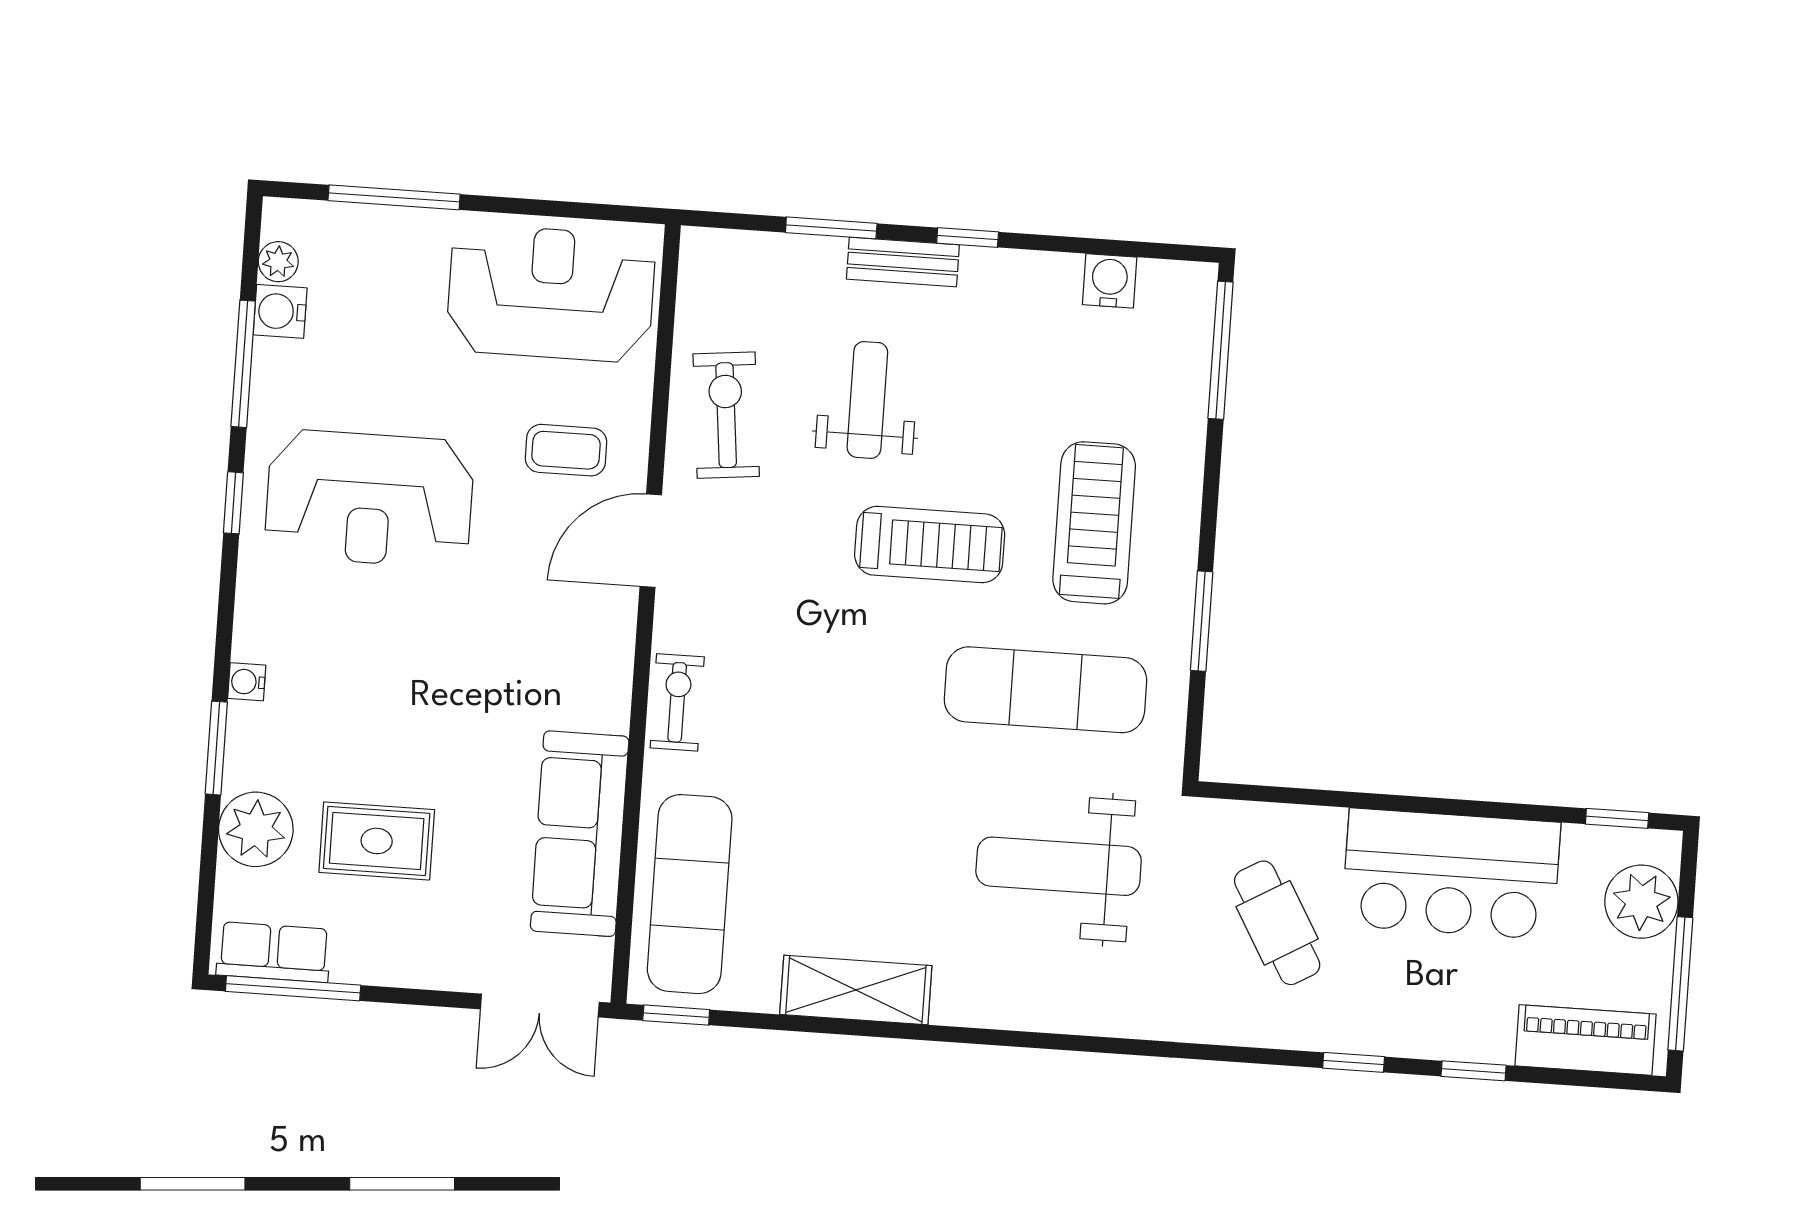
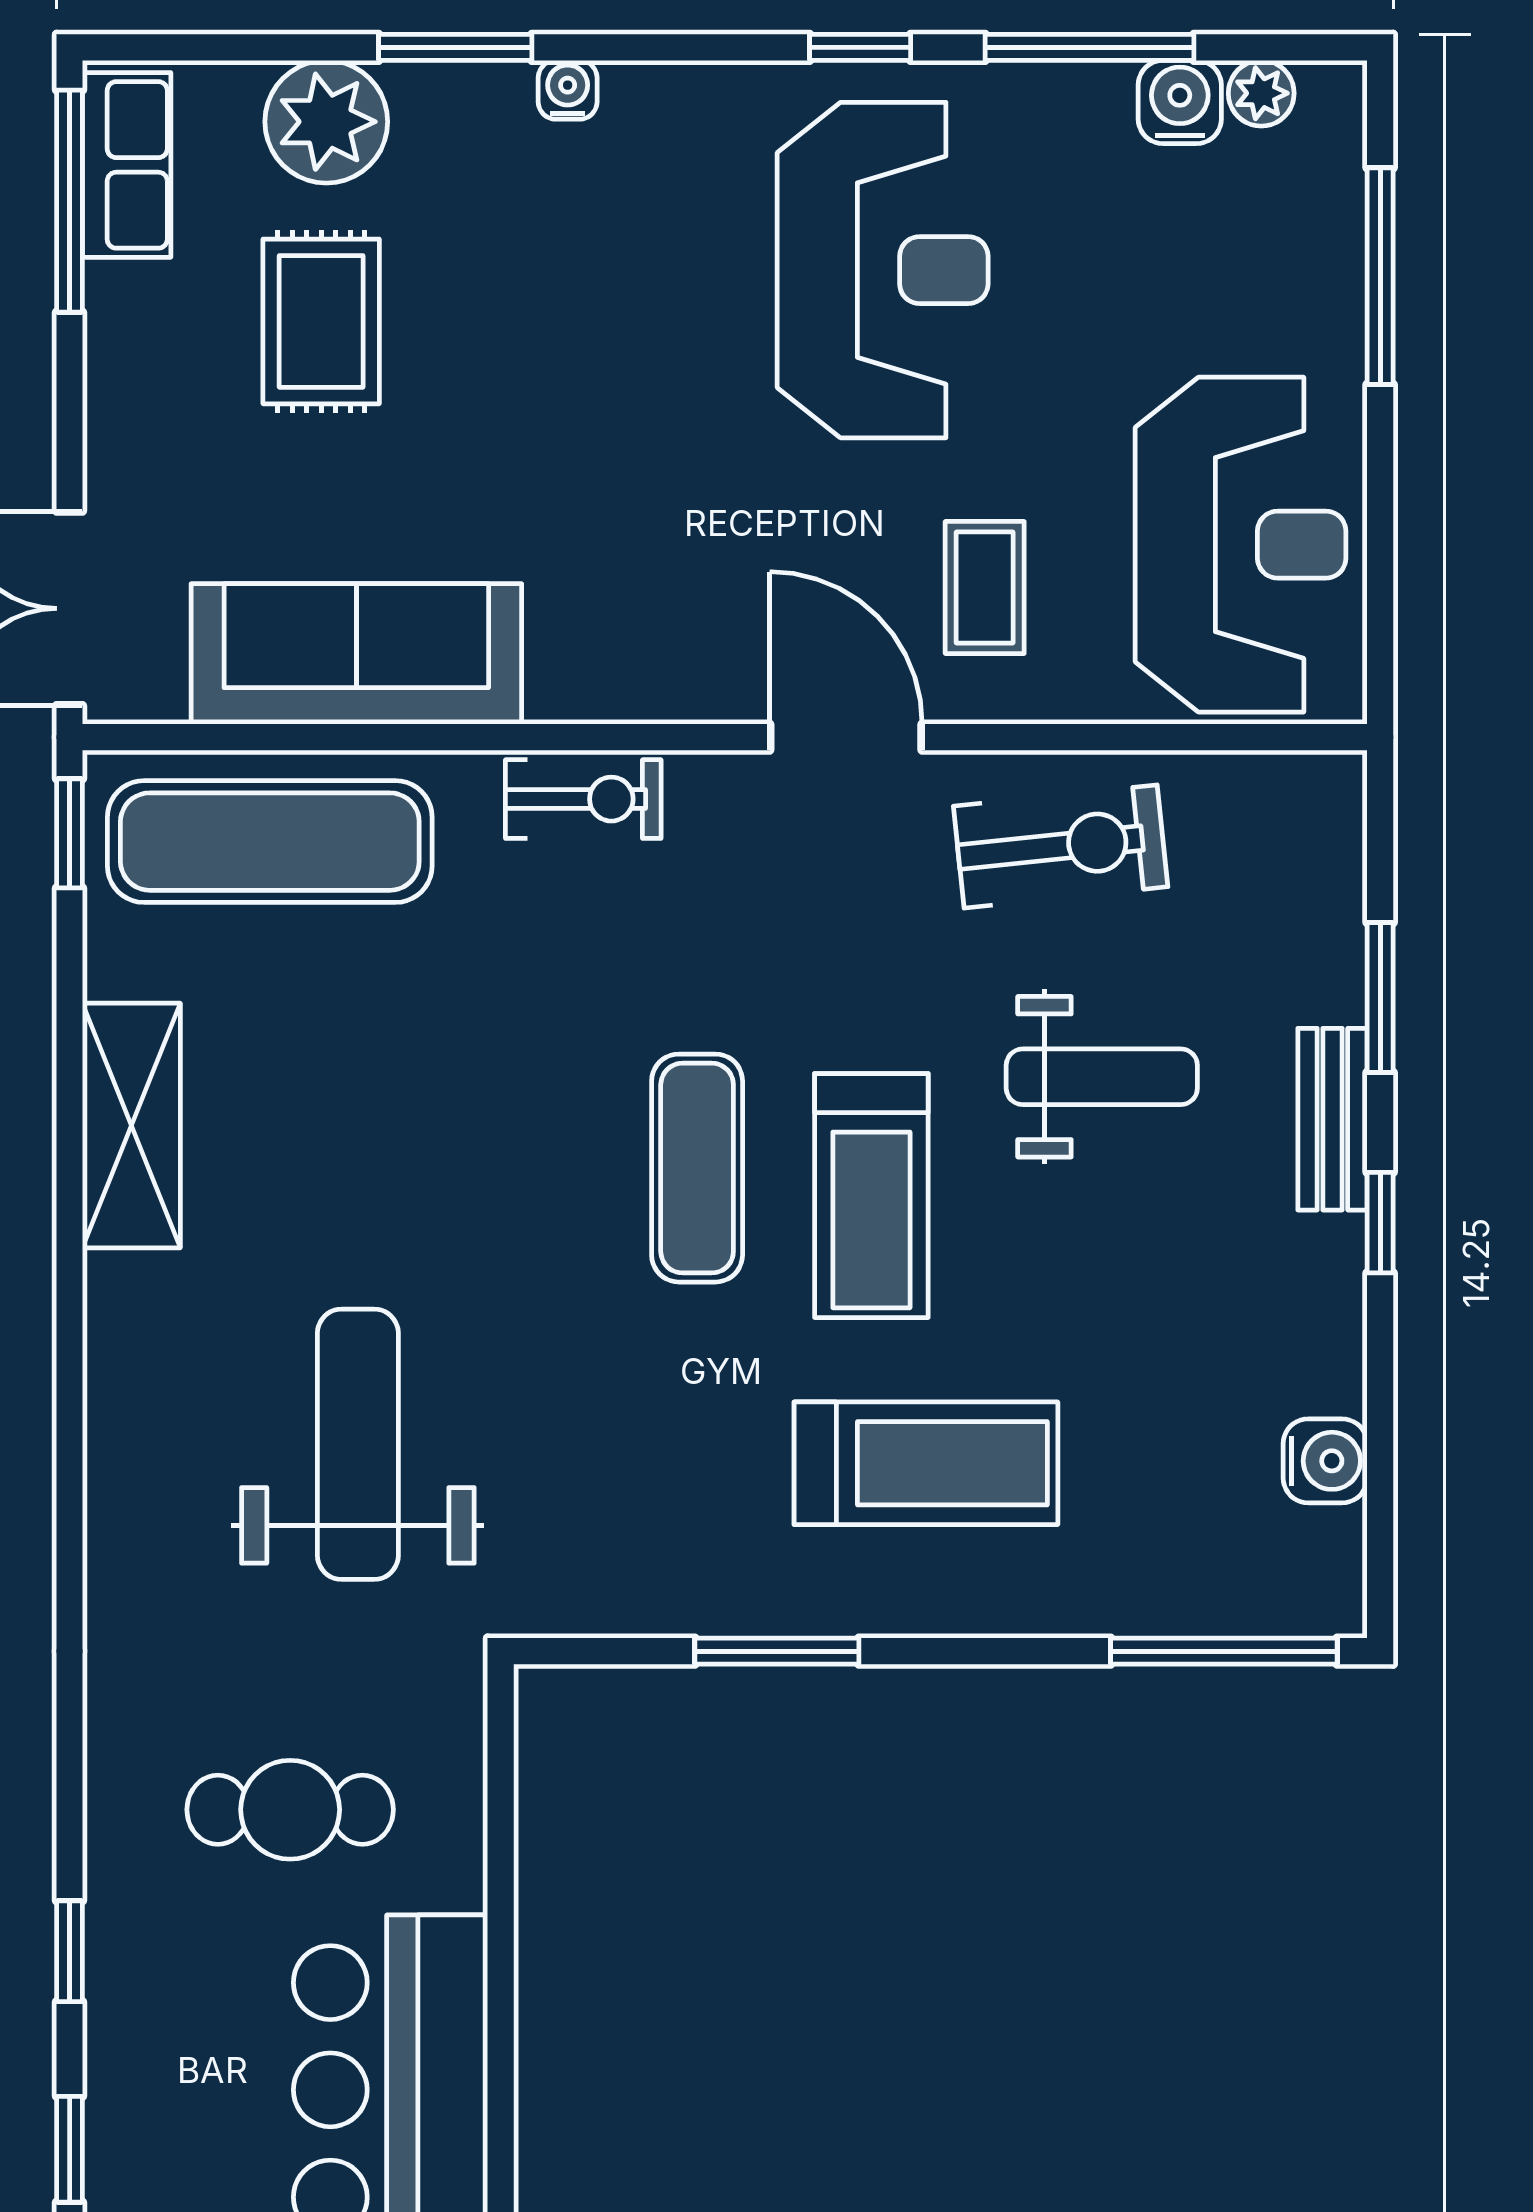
reception desk: (369, 499) -> (883, 270), turned 180
exercise mat: (1045, 690) -> (697, 1168), moved, width x0.73, depth x0.69
cafe table: (1277, 923) -> (290, 1810), turned 30

